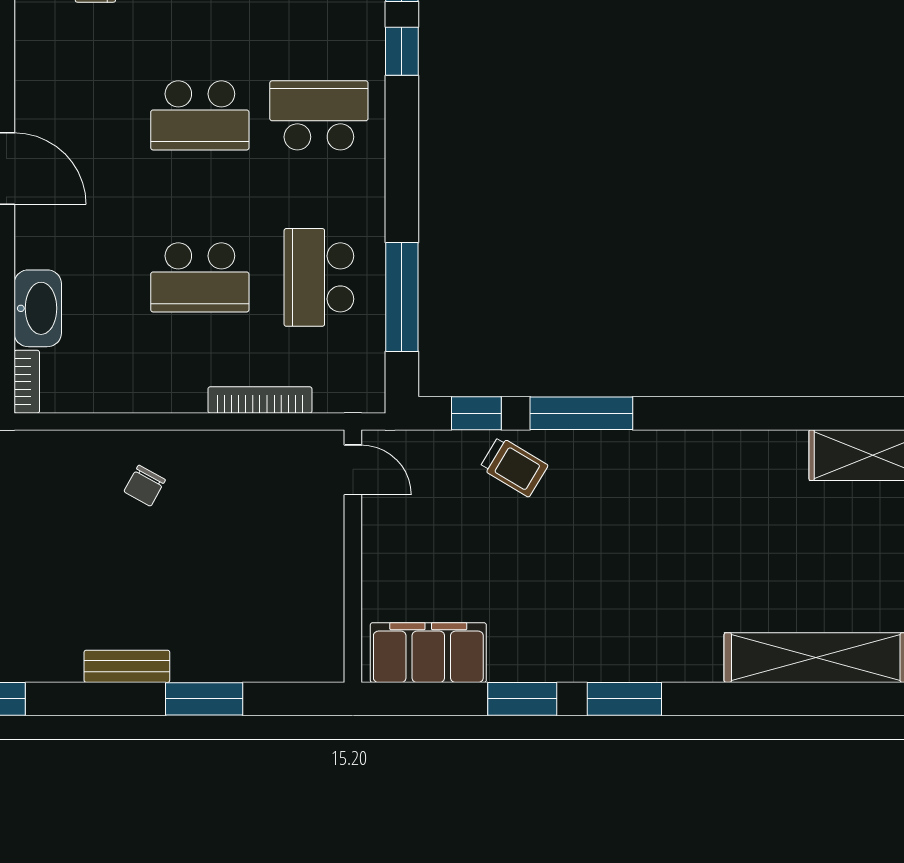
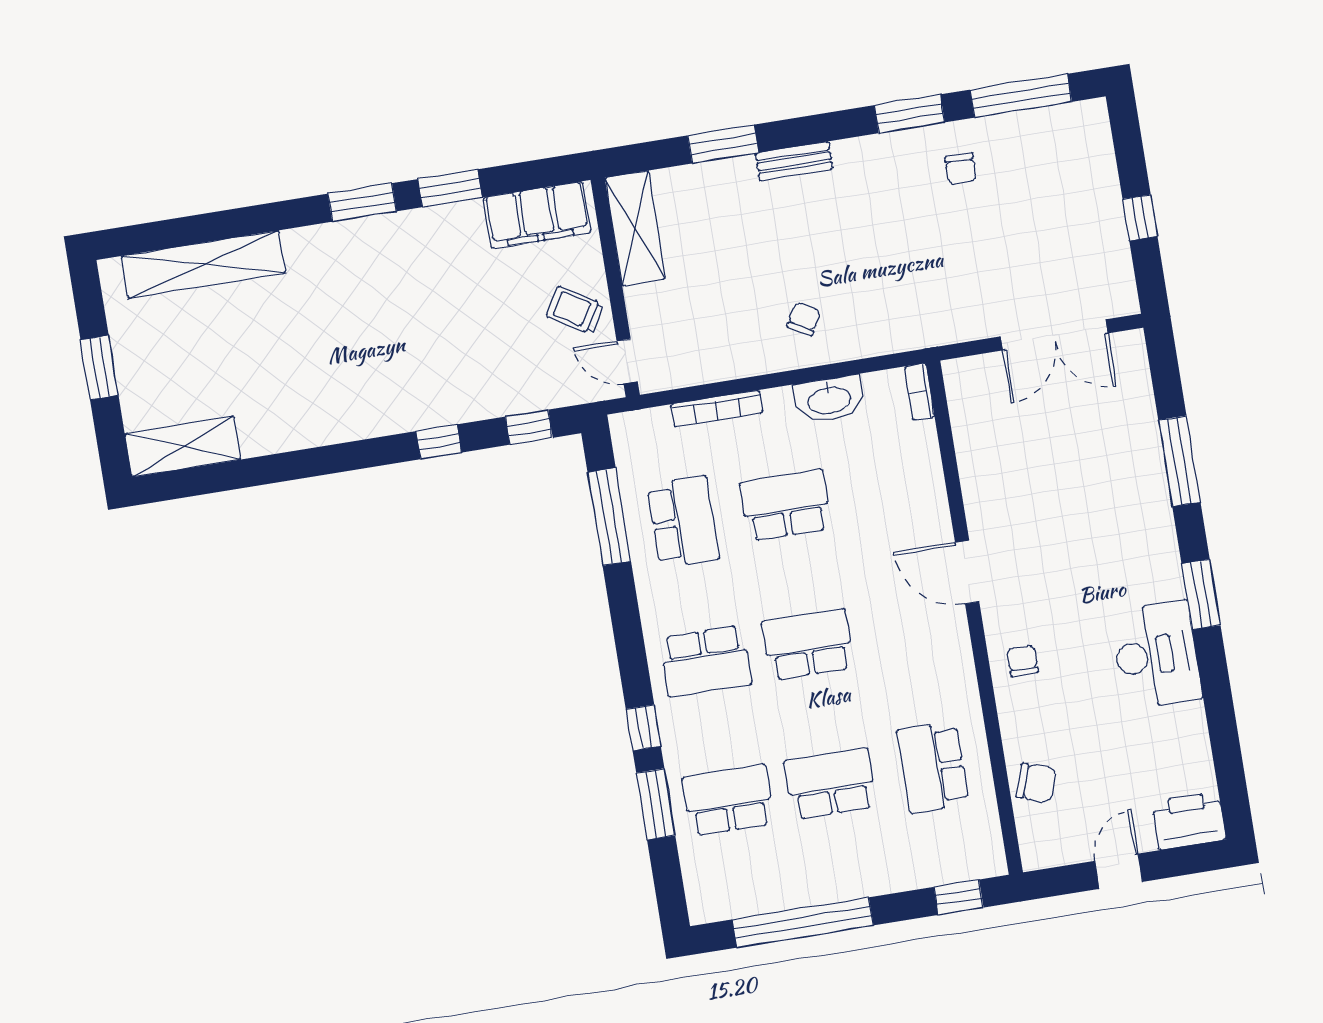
washbasin: (38, 308) -> (829, 399), moved, turned -90
window: (581, 413) -> (439, 442), width x0.46
trolley: (514, 467) -> (575, 310), moved
shelving: (319, 619) -> (635, 228), added

